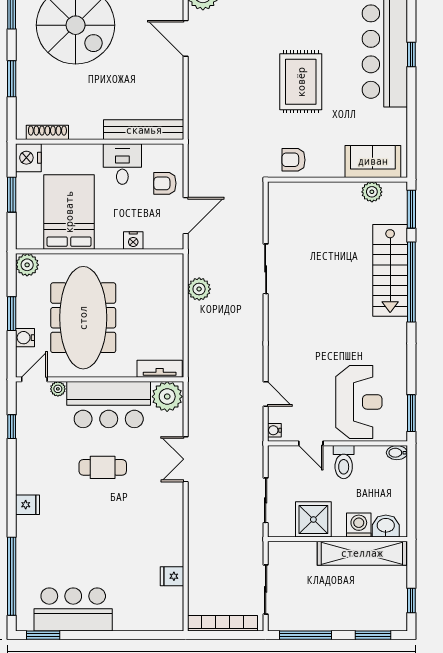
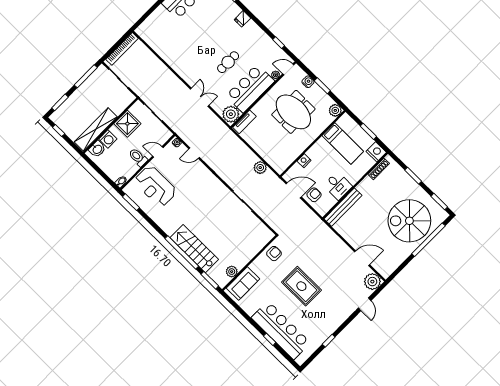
bed: (69, 212) -> (343, 144), width x0.67
door: (186, 216) -> (294, 190), swing flipped
meeting table: (83, 318) -> (293, 112), width x0.73
door: (34, 379) -> (288, 69), swing flipped
fridge: (172, 576) -> (160, 47), removed

